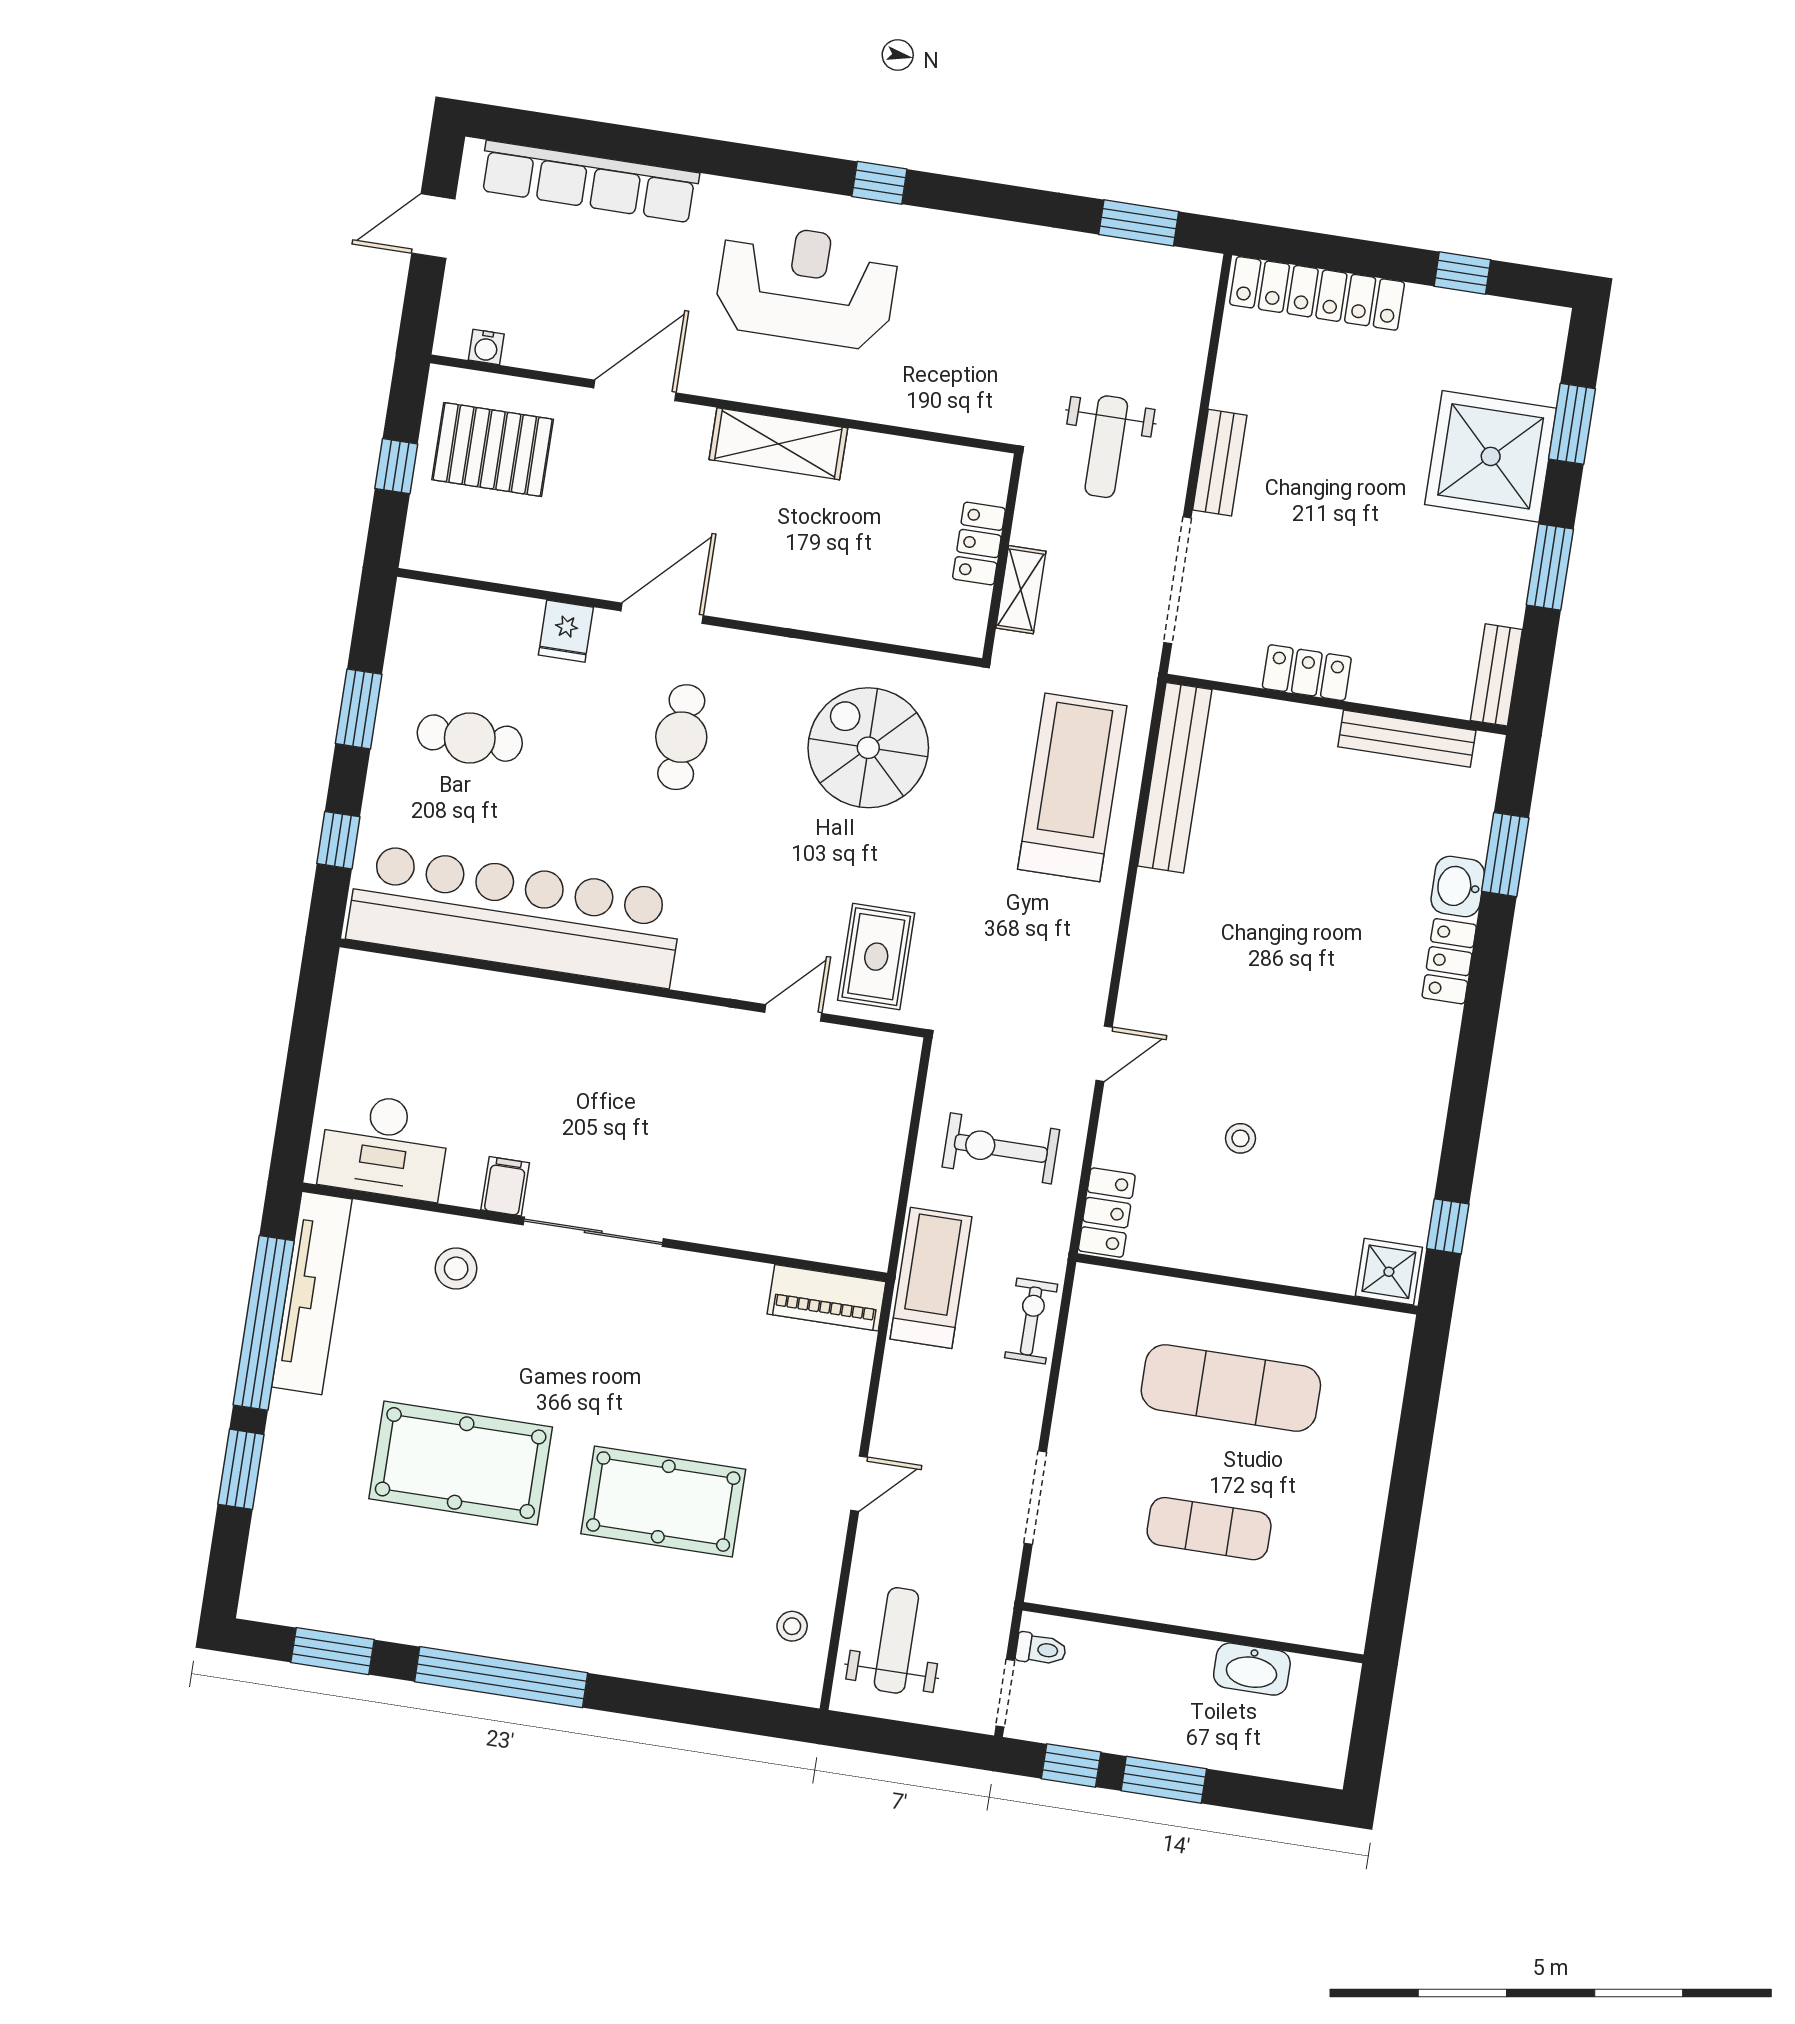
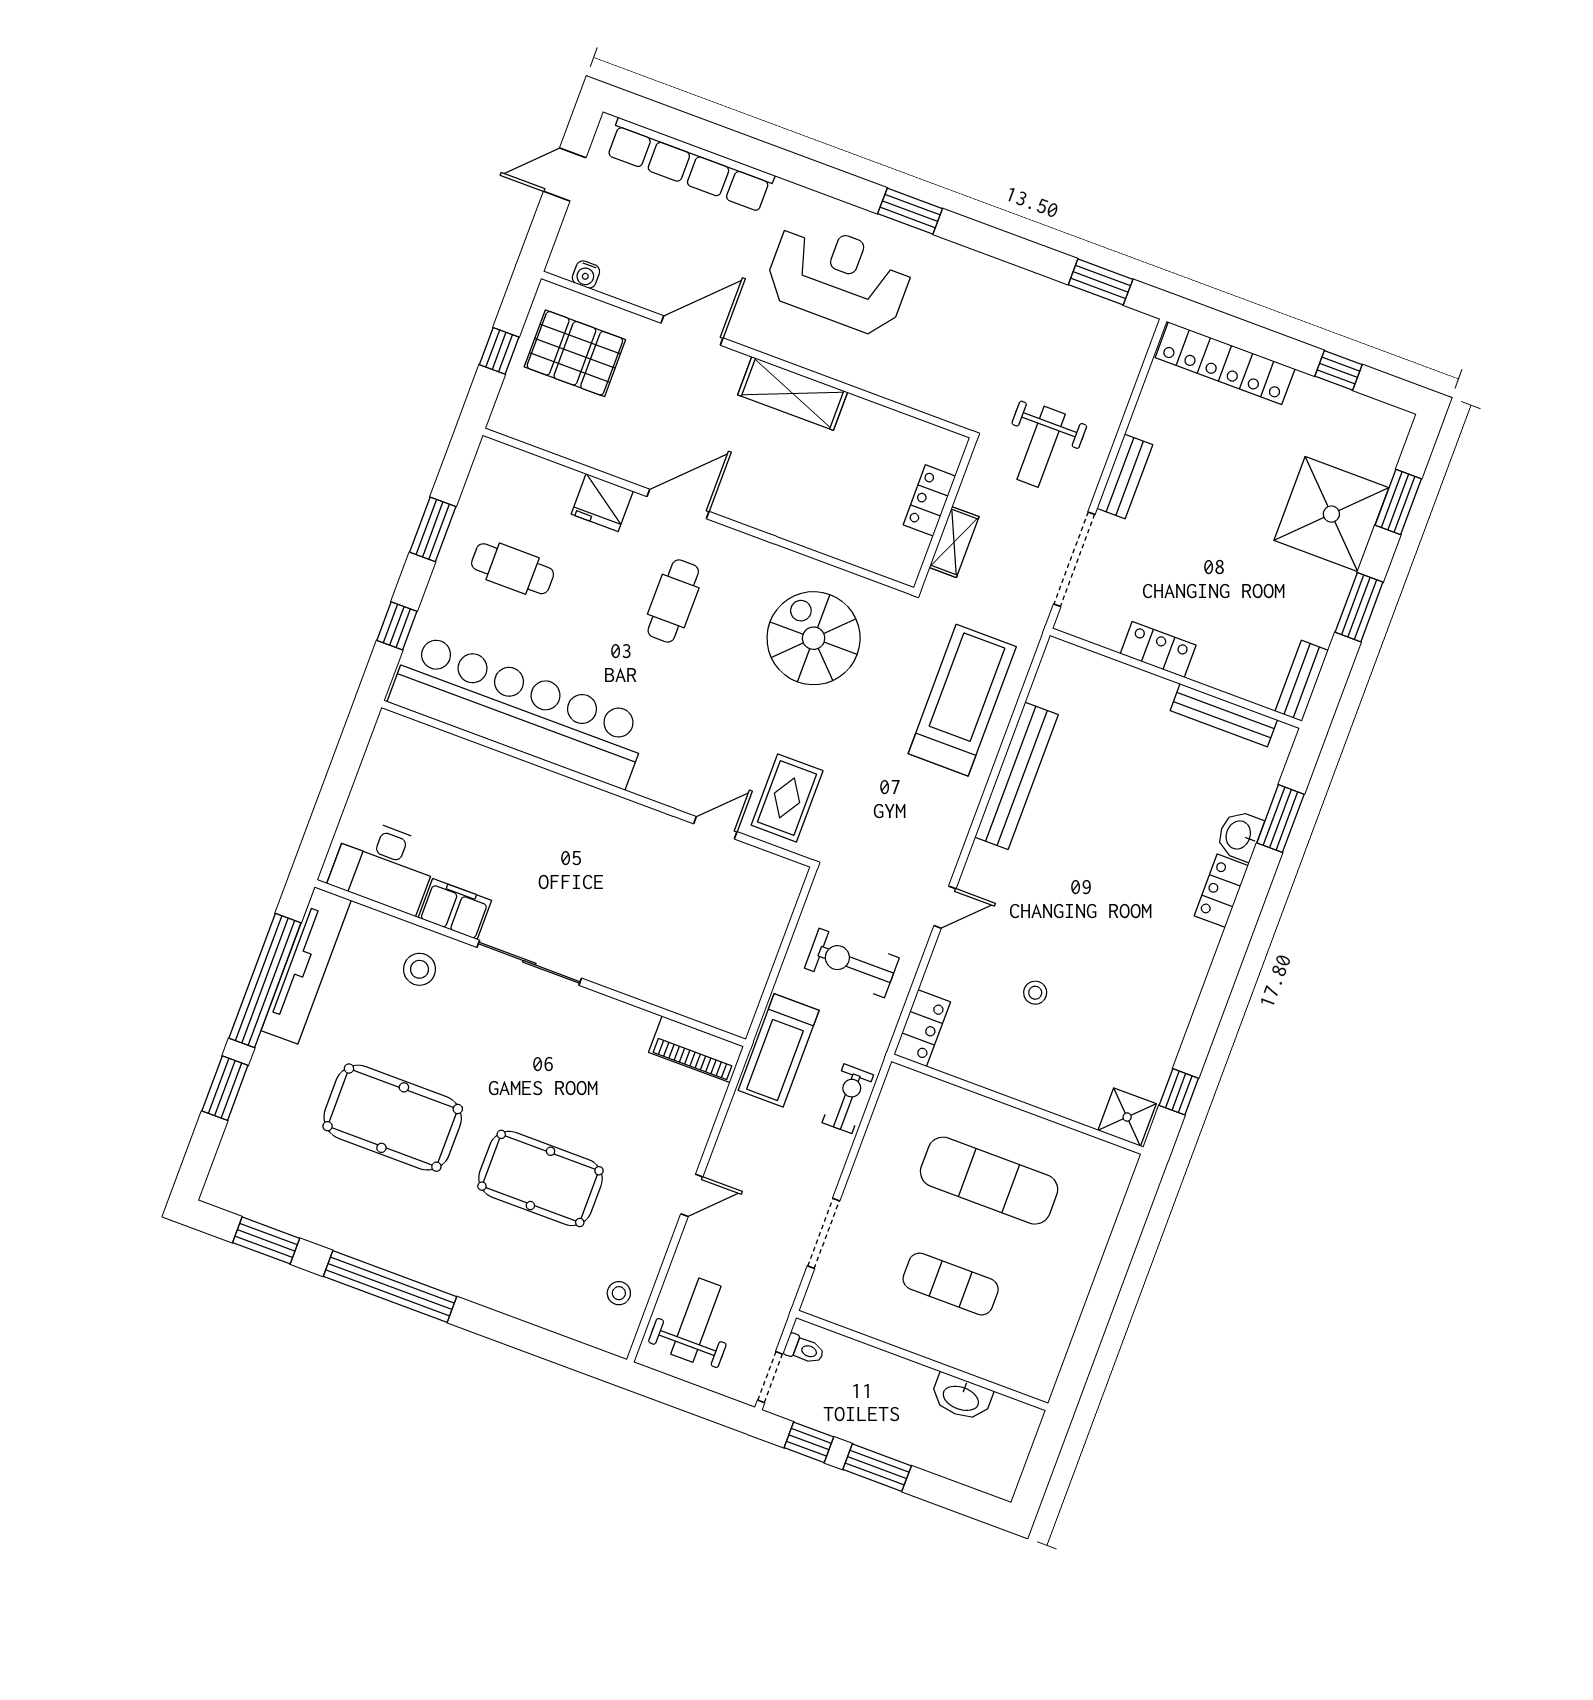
window: (879, 183) -> (910, 211), width x1.50
fridge: (566, 631) -> (602, 503), width x1.38
bench: (1175, 778) -> (1017, 776), moved
filing cabinet: (505, 1186) -> (455, 909), width x2.00
treadmill: (931, 1278) -> (779, 1050), turned 180

